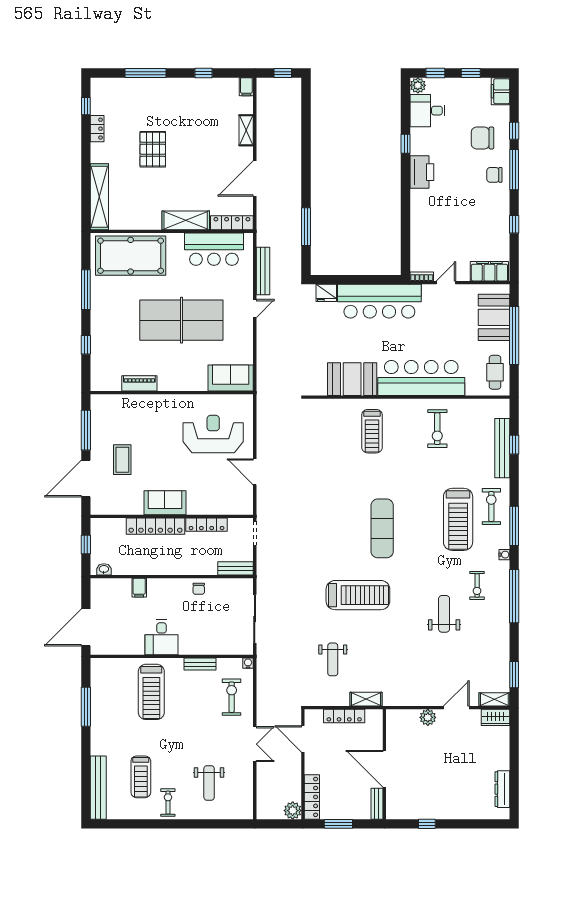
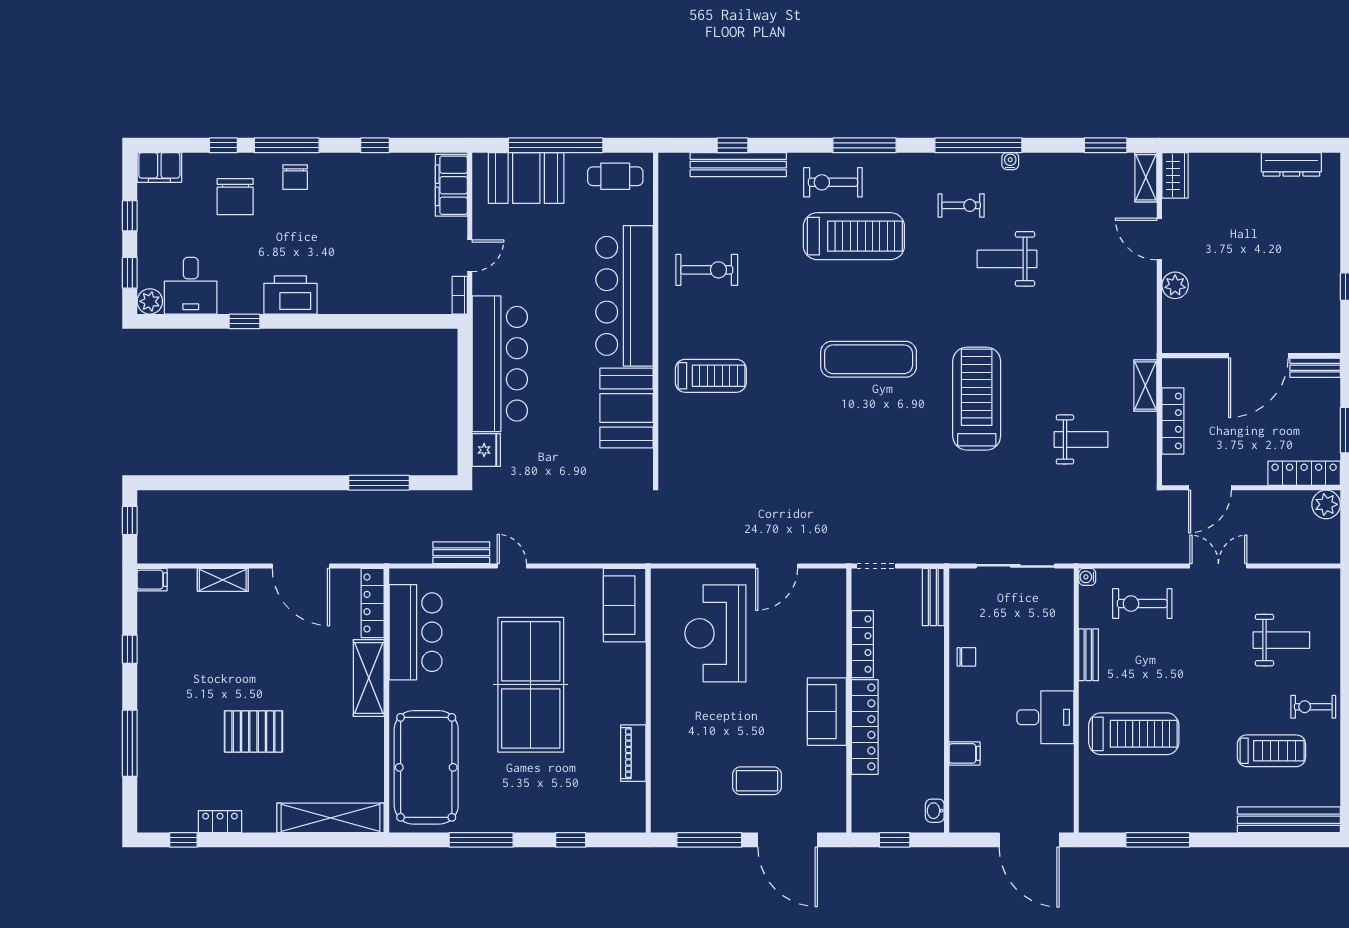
bench: (263, 271) -> (461, 553), width x0.73
door: (446, 283) -> (470, 256), swing flipped
water cooler: (504, 555) -> (1010, 161), moved

